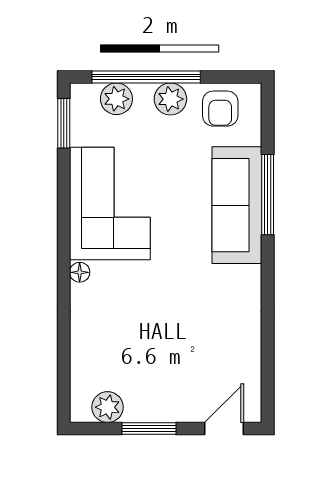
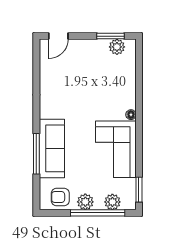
armchair: (220, 109) -> (60, 197), turned -90
window: (149, 429) -> (110, 36), moved

